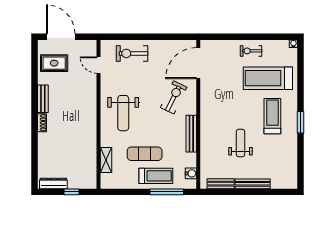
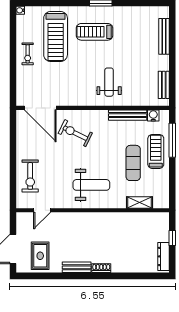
bench: (191, 134) -> (128, 115), moved
weight bench: (240, 143) -> (109, 82), moved, turned 90
bench: (253, 184) -> (164, 36), moved

